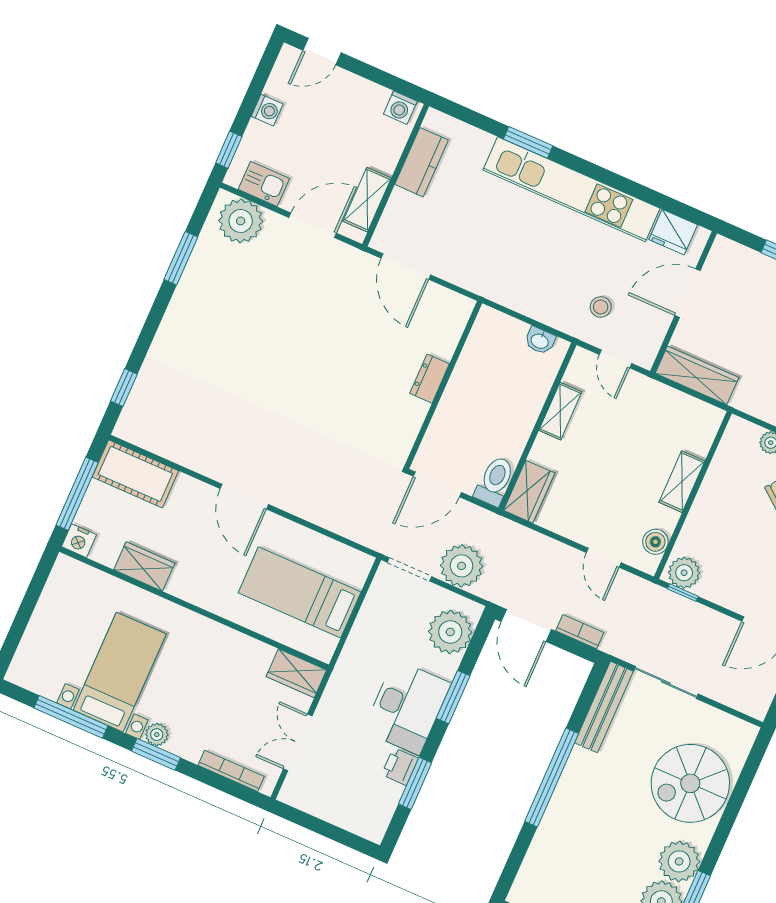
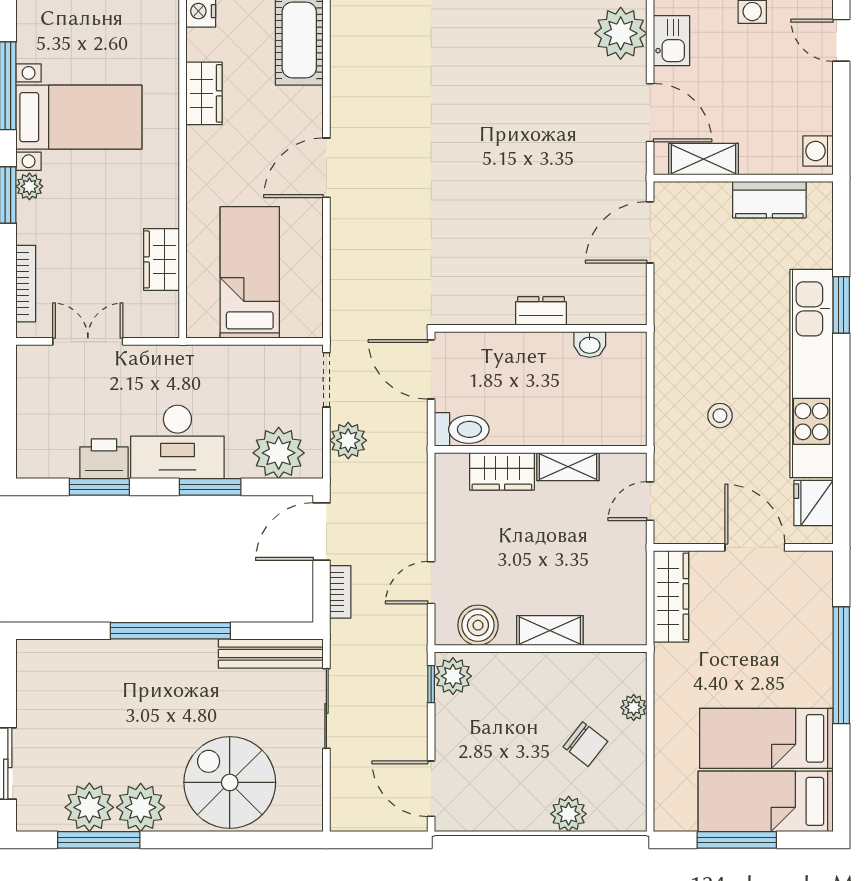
stool: (601, 307) -> (720, 416), moved
washbasin: (540, 341) -> (590, 345), moved, turned -90
wardrobe: (529, 492) -> (502, 471), moved
boiler: (655, 542) -> (478, 625), width x1.36, depth x1.36
plant: (462, 566) -> (348, 440), width x0.73, depth x0.73
wardrobe: (296, 673) -> (161, 259), moved
printer: (400, 766) -> (104, 459), width x1.36, depth x1.24

